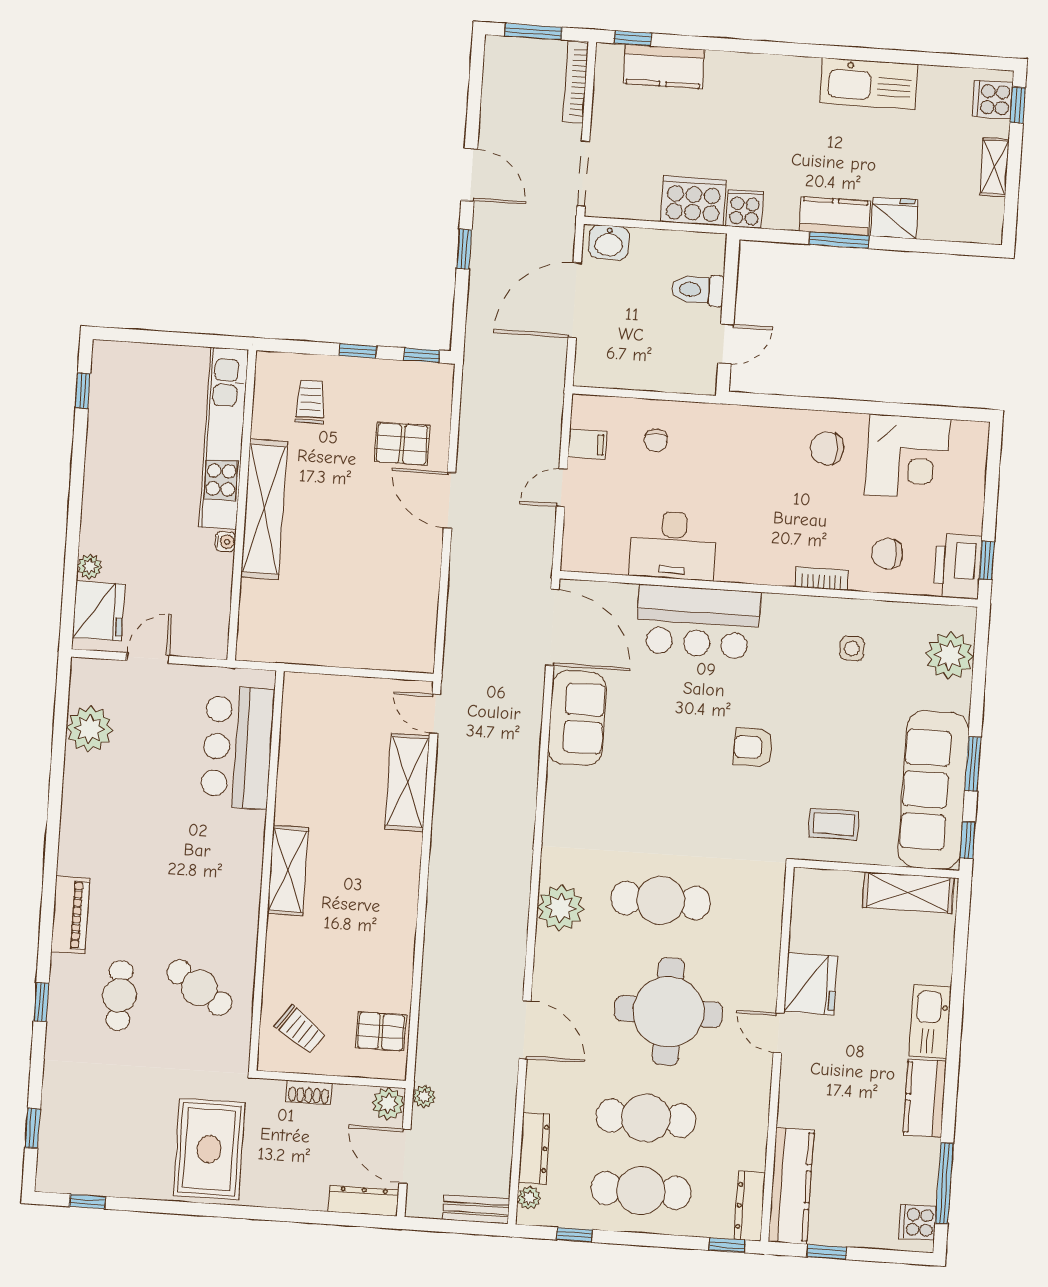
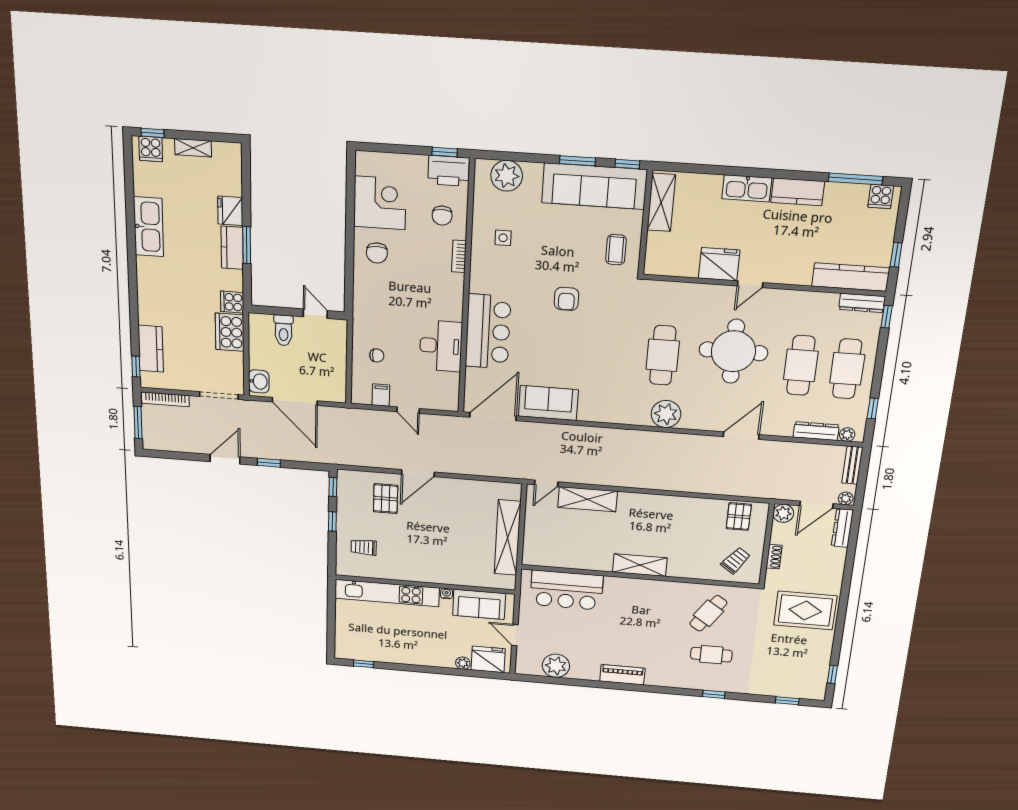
shelving: (264, 509) -> (508, 538), moved, turned 90
sofa: (206, 597) -> (479, 604), added
piano: (70, 915) -> (622, 675), moved
plant: (424, 1096) -> (846, 498), moved

